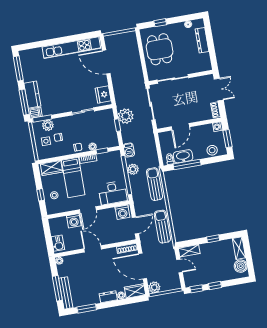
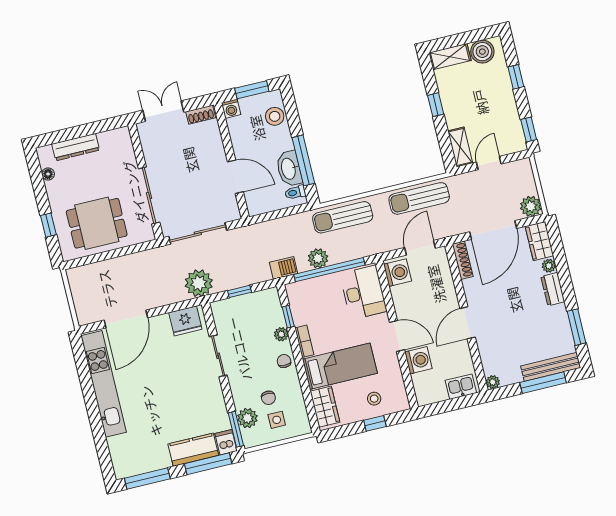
plant: (126, 116) -> (199, 283), moved
door: (135, 225) -> (420, 248), hinge flipped
window: (215, 286) -> (516, 77), moved

